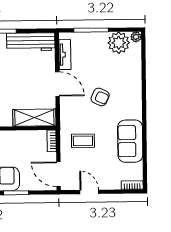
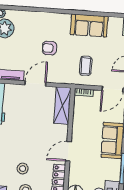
armchair: (100, 97) -> (49, 48), turned -115

